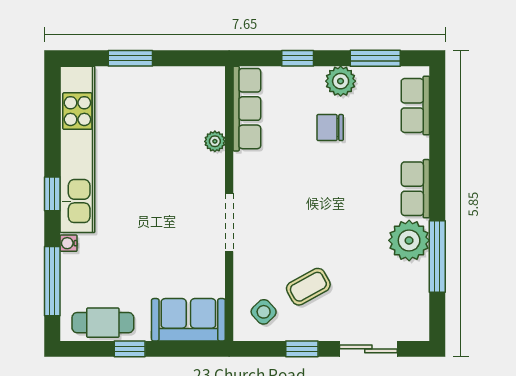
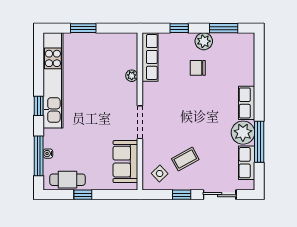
row of seats: (415, 105) -> (247, 163), moved
water cooler: (69, 243) -> (48, 154), moved
sofa: (188, 320) -> (125, 162), moved, turned -90

